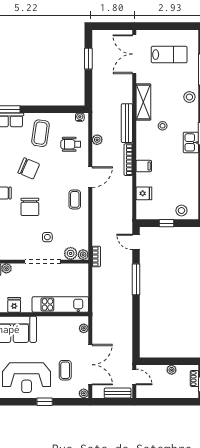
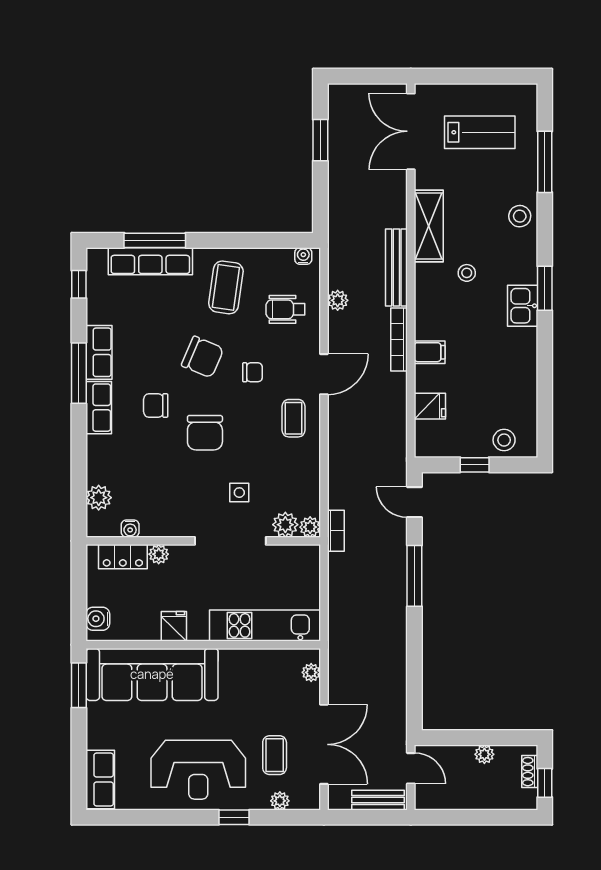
chair: (54, 176) -> (253, 372), added
plant: (84, 393) -> (280, 801), moved

